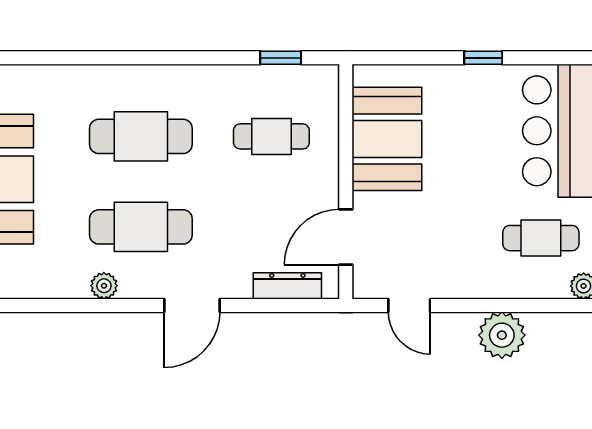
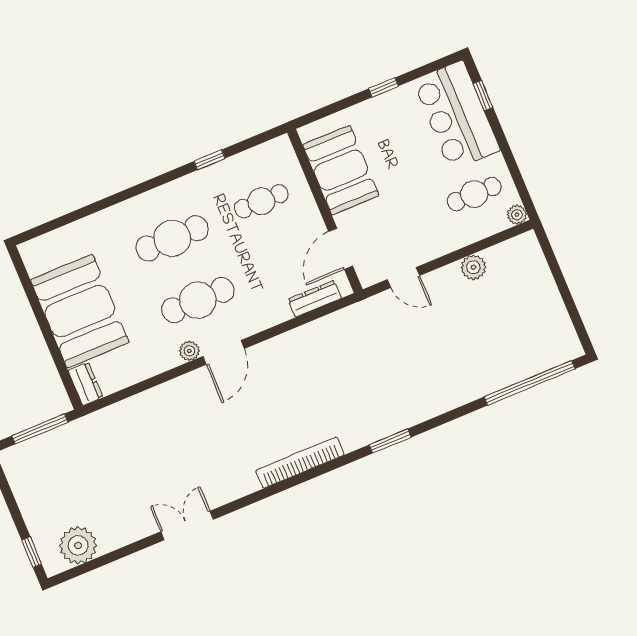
window: (281, 58) -> (210, 160), moved
door: (192, 306) -> (224, 352), moved
plant: (502, 335) -> (473, 267), width x0.73, depth x0.73

